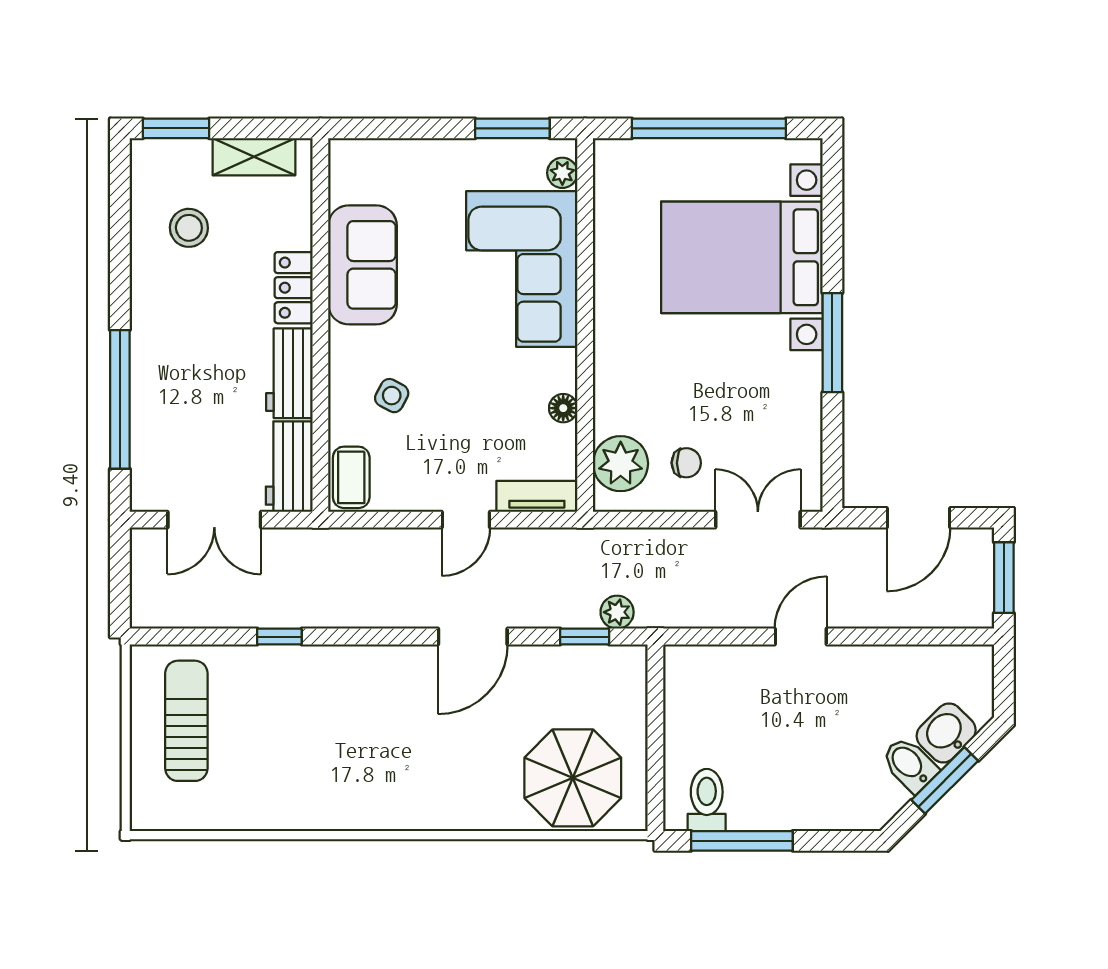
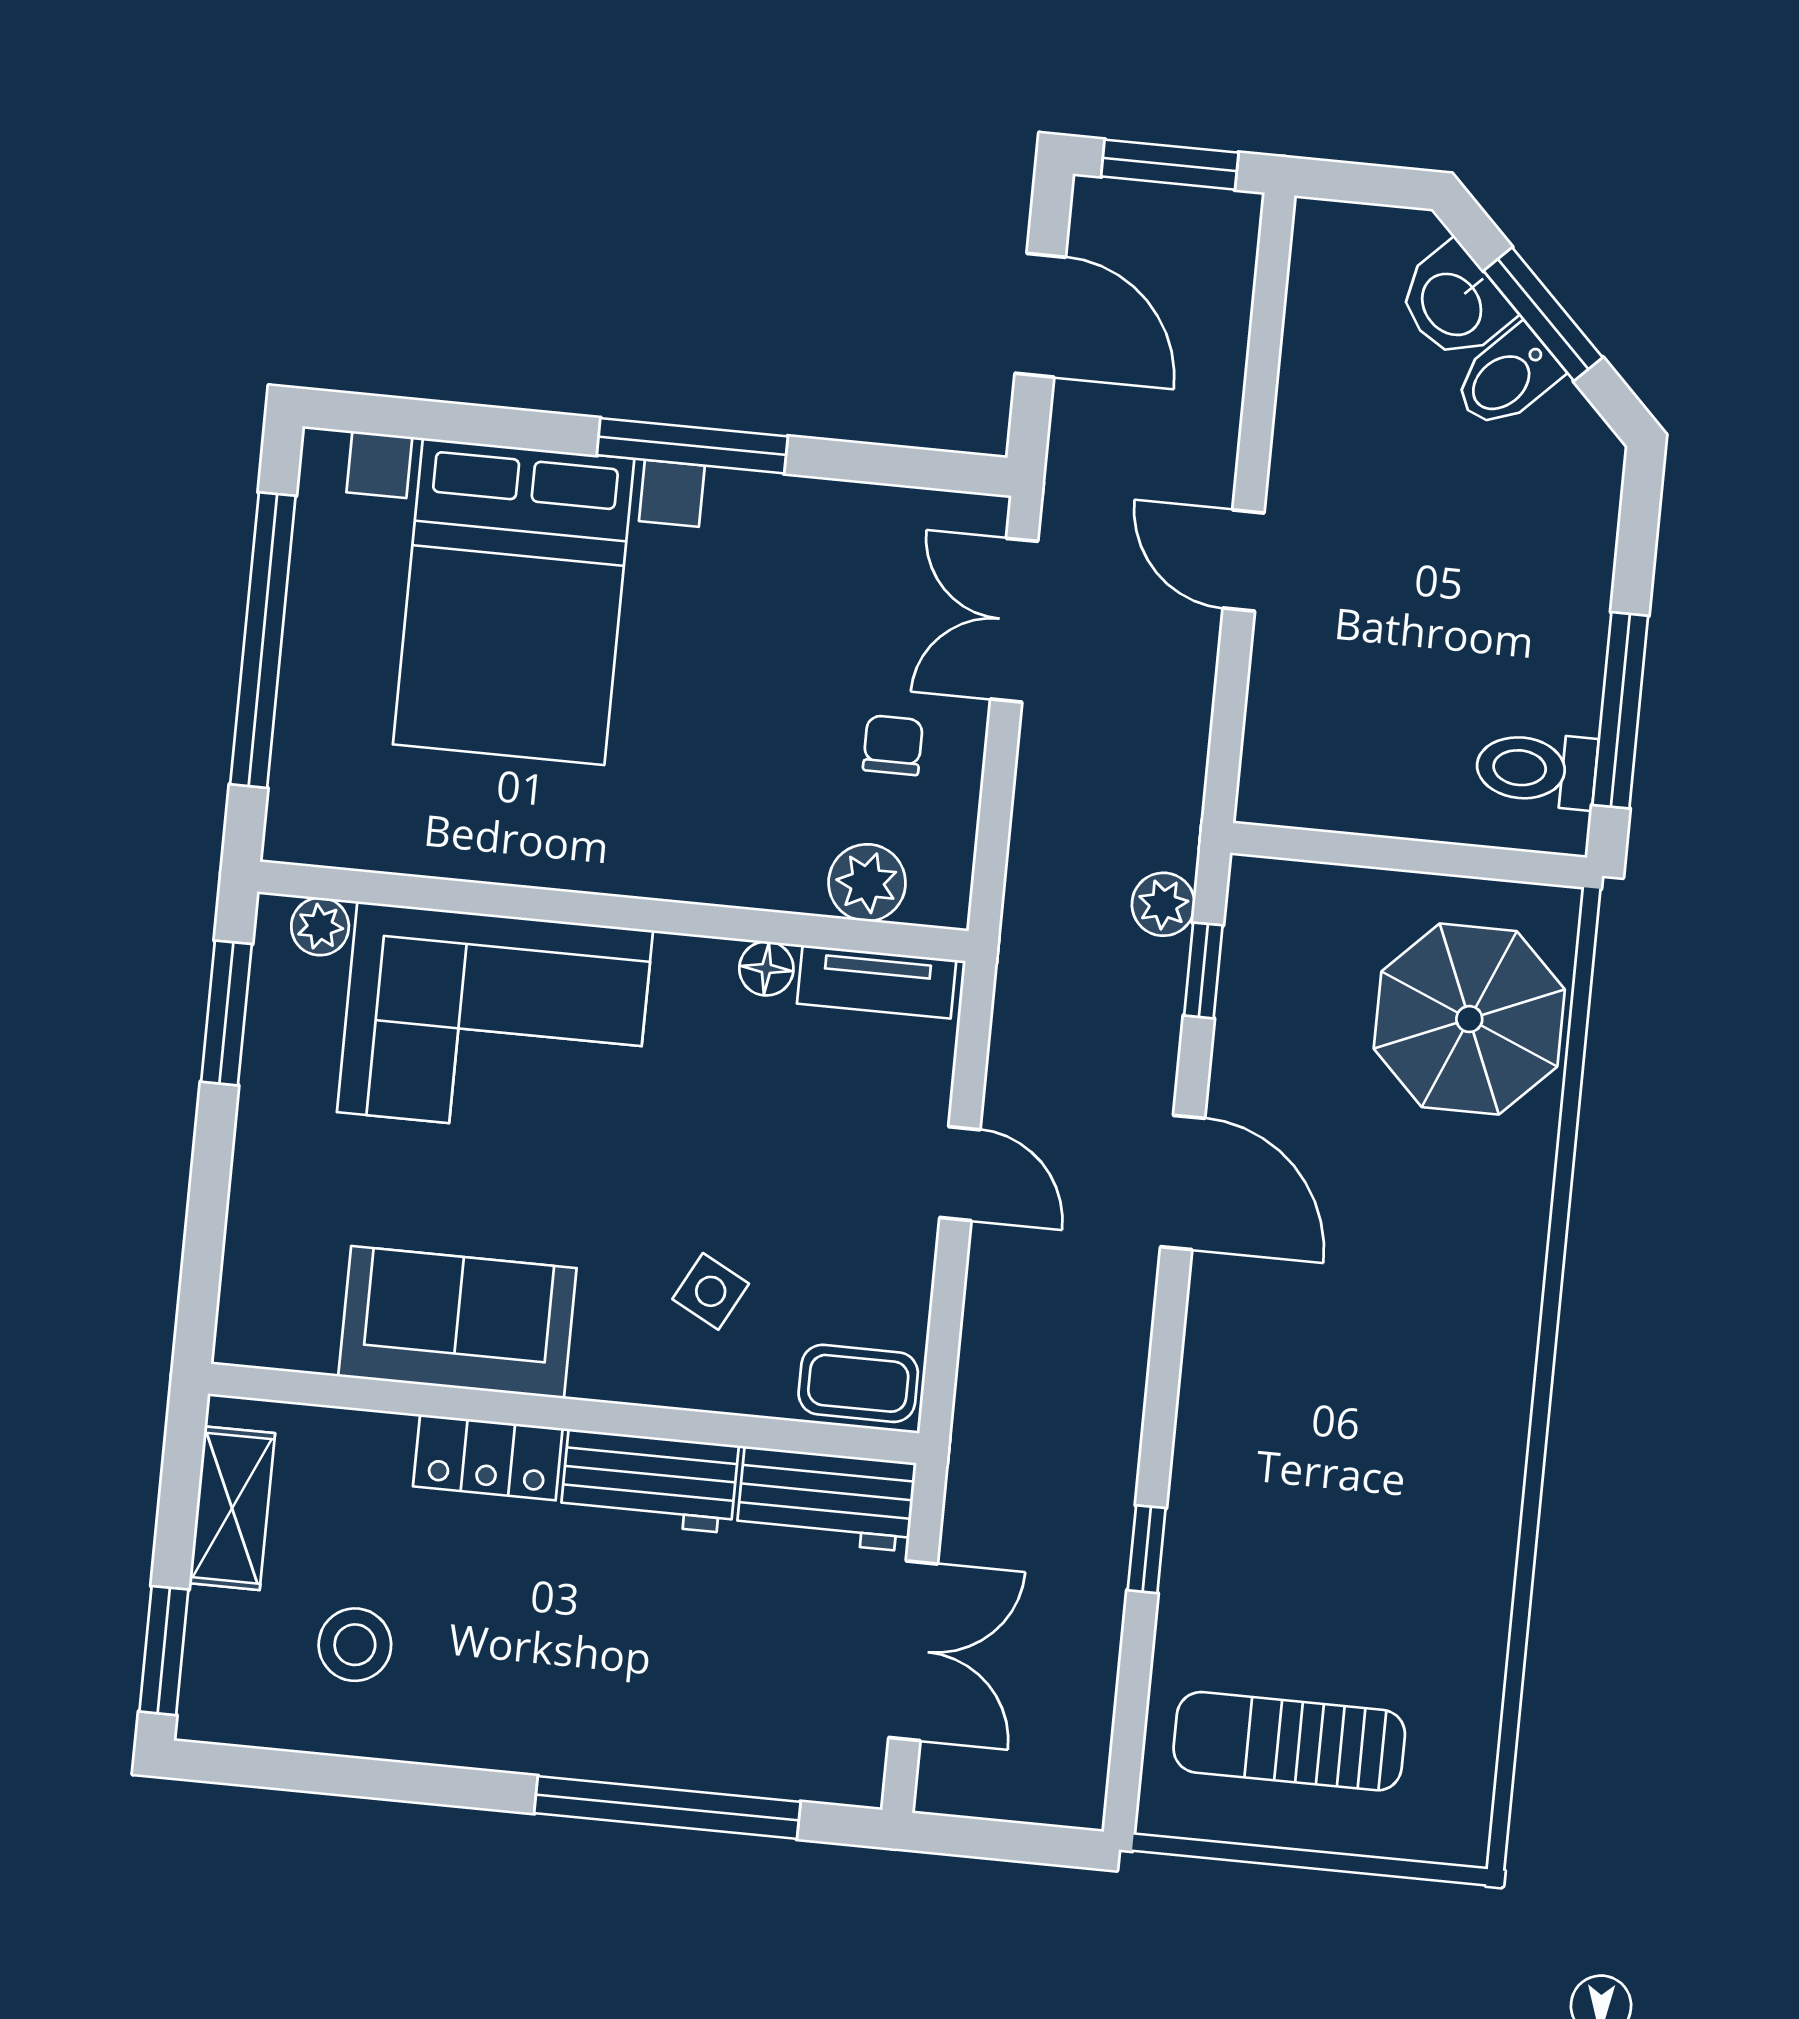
plant: (621, 464) -> (867, 883), width x0.73, depth x0.73
tv unit: (537, 496) -> (877, 982), moved, turned -90

